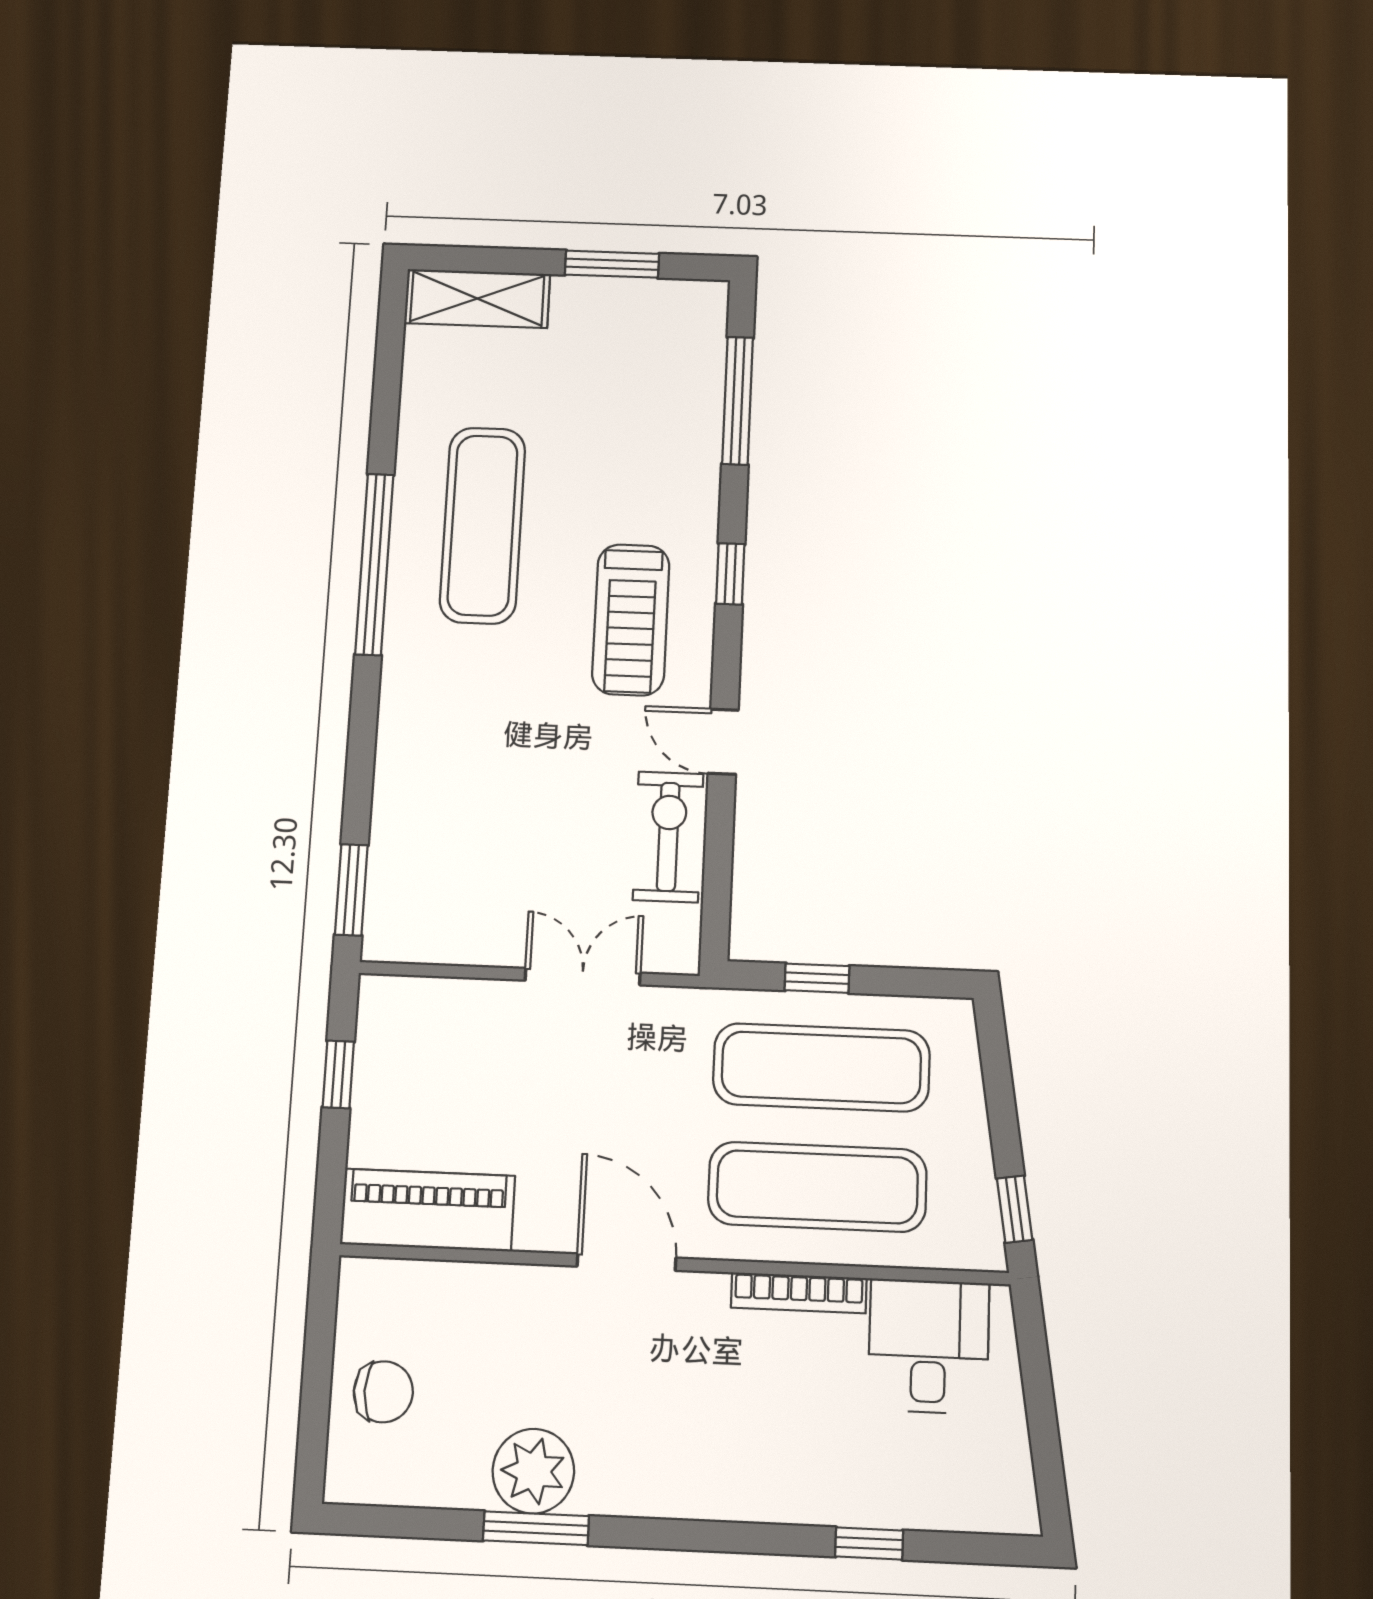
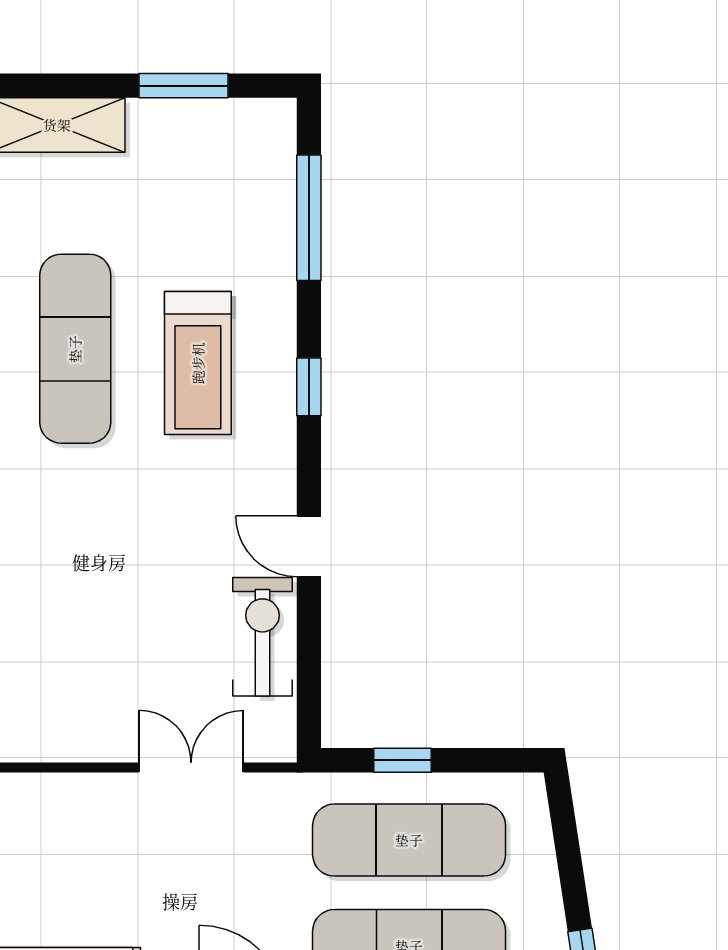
treadmill: (631, 620) -> (198, 363), moved

